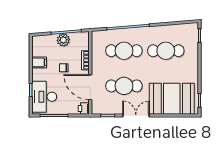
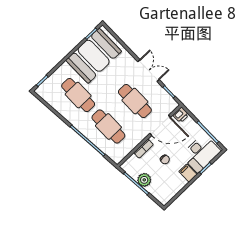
filing cabinet: (39, 62) -> (188, 173), moved
door: (90, 87) -> (160, 125), hinge flipped
booth: (172, 99) -> (94, 56), moved, turned 90
double door: (136, 116) -> (149, 71), swing flipped

